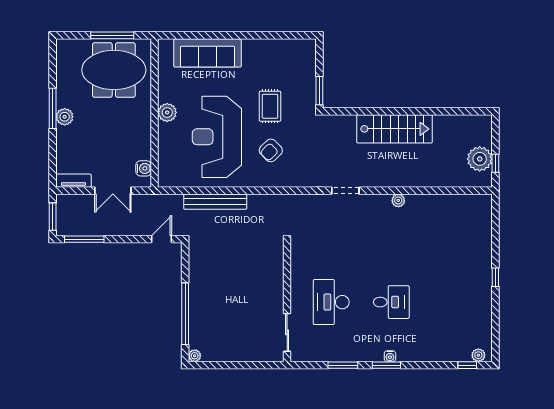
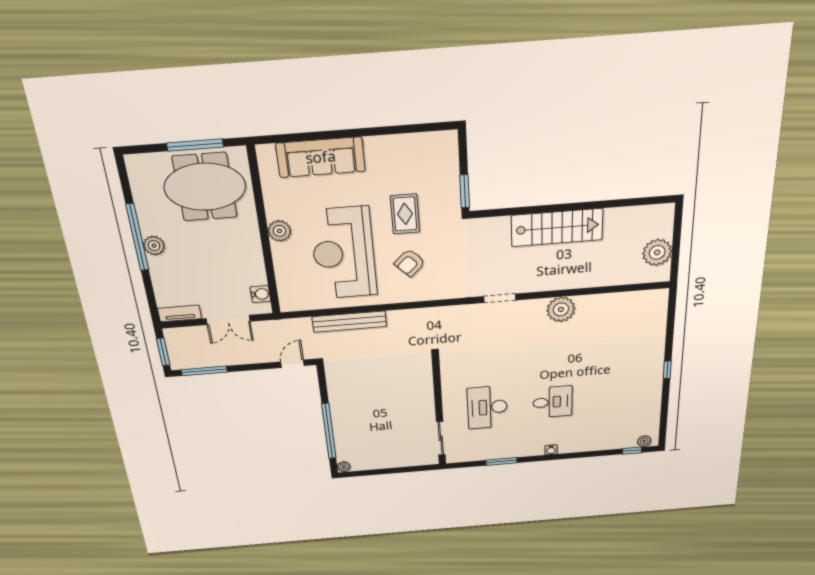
window: (53, 108) -> (137, 237), width x1.46
window: (495, 163) -> (675, 256), removed
plant: (398, 200) -> (561, 309), width x1.88, depth x1.88
window: (386, 365) -> (547, 458), removed

